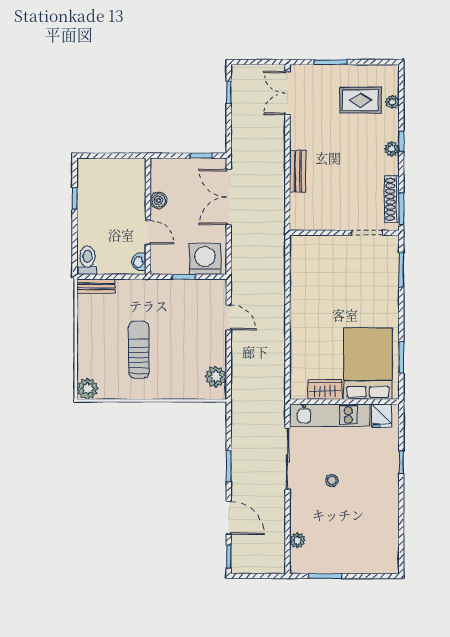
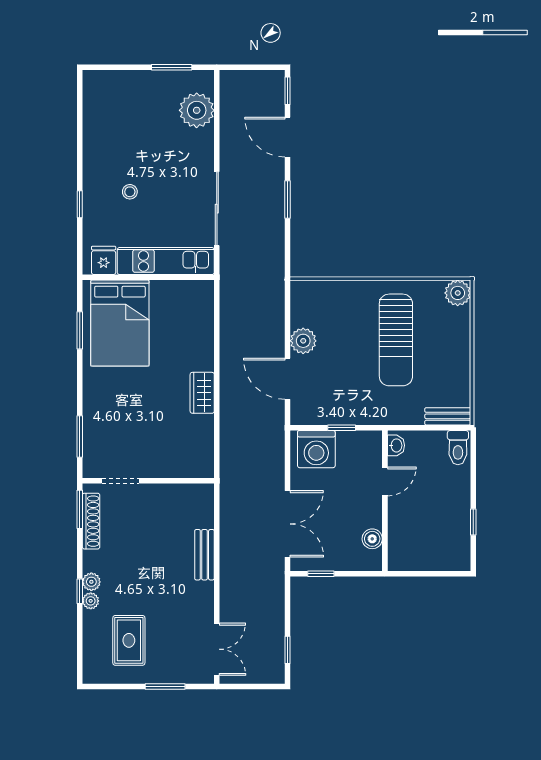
rug: (360, 100) -> (129, 640), turned 90
plant: (392, 102) -> (91, 601), moved
boiler: (158, 200) -> (372, 539), moved
door: (148, 232) -> (385, 481), swing flipped
door: (229, 317) -> (288, 379), width x1.38
sun lounger: (139, 350) -> (396, 340), width x1.36, depth x1.34
plant: (216, 377) -> (303, 341), moved
wardrobe: (325, 389) -> (202, 393), moved, turned 90
stool: (332, 480) -> (130, 192), moved
plant: (297, 540) -> (197, 110), width x1.87, depth x1.87

